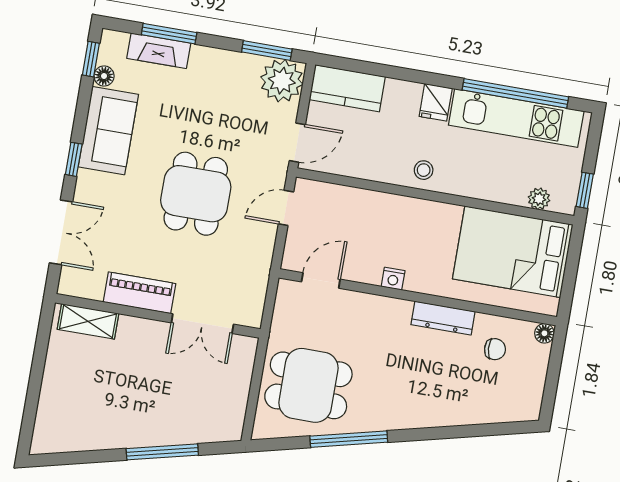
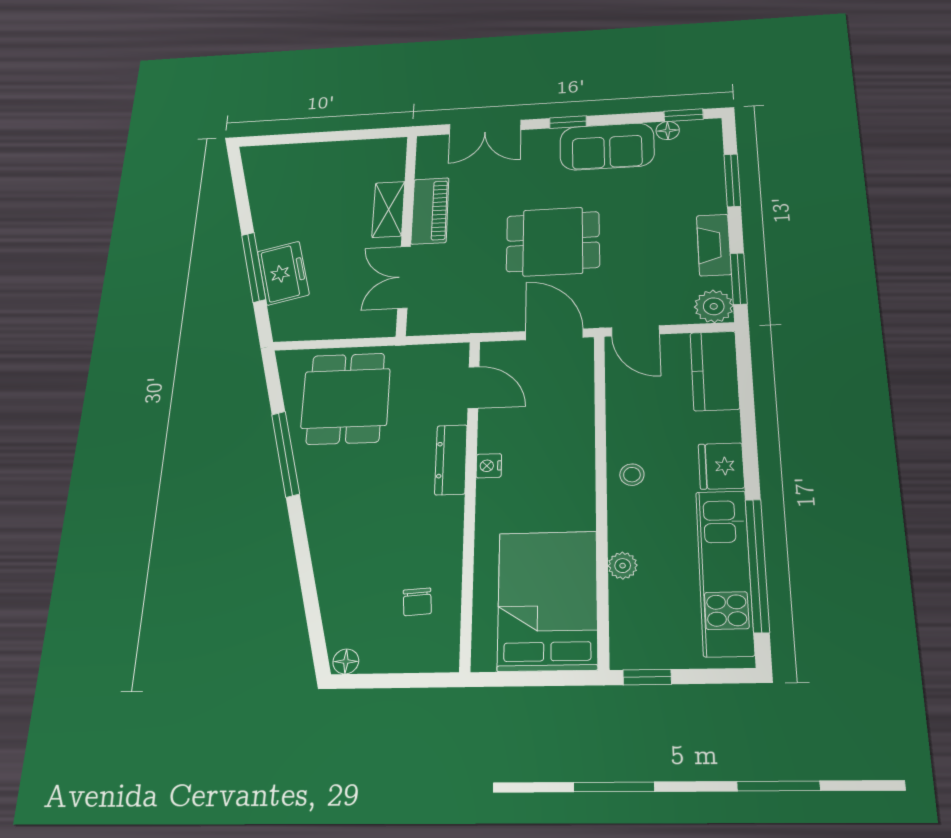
fireplace: (159, 51) -> (714, 245), moved
plant: (282, 81) -> (714, 306), width x0.73, depth x0.73
fridge: (436, 102) -> (721, 466), width x1.38
plant: (539, 199) -> (623, 566), moved
door: (286, 208) -> (554, 334), width x1.38
dresser: (443, 318) -> (451, 460), moved
shelving: (88, 321) -> (388, 209), moved
floor lamp: (544, 333) -> (346, 661), moved
freezer: (174, 427) -> (283, 273), added

